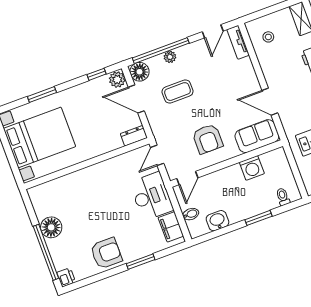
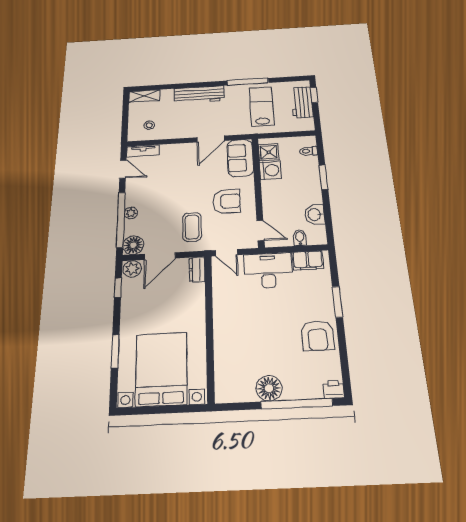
coffee table: (177, 92) -> (192, 227), moved
shower: (271, 160) -> (269, 152), added
armchair: (106, 253) -> (318, 336), turned 180

